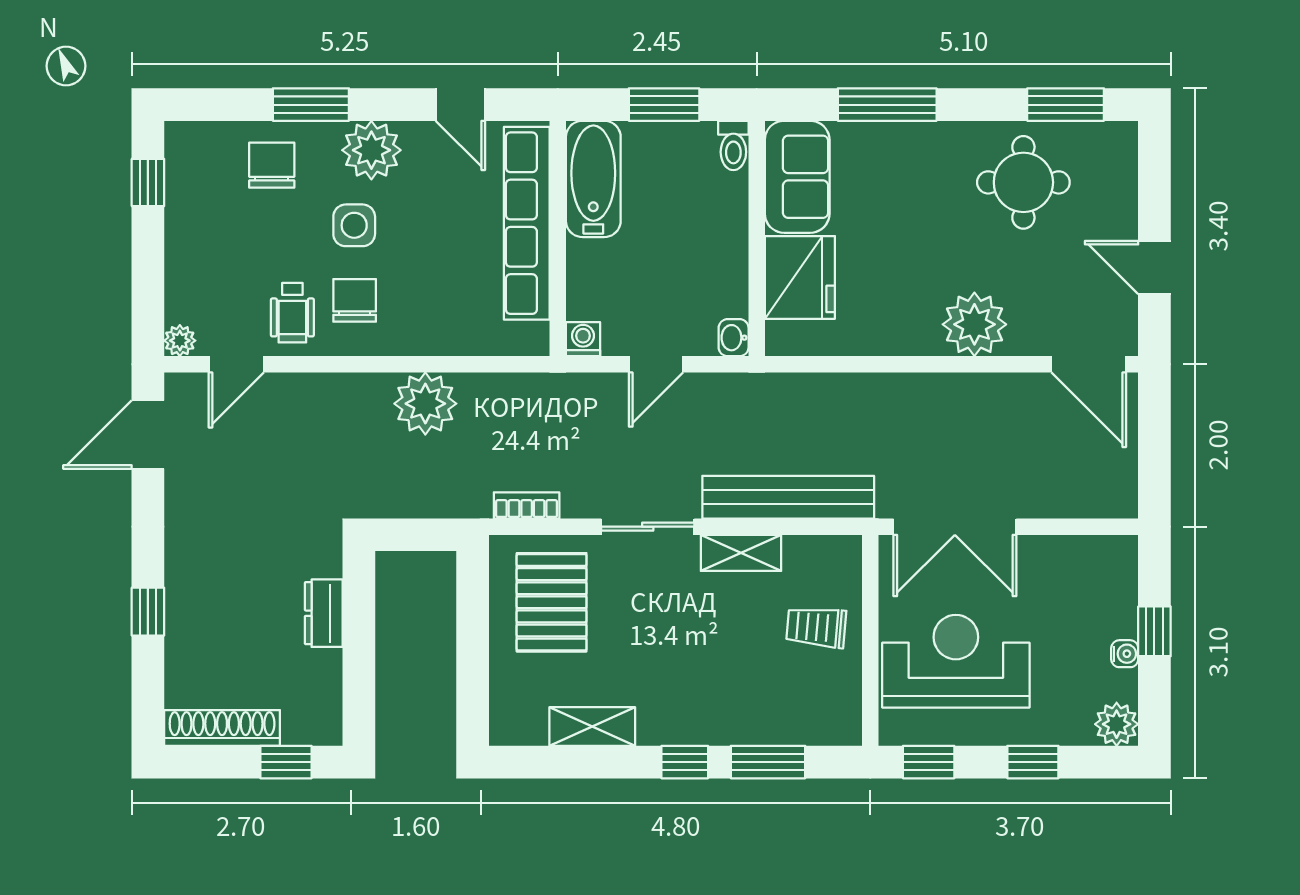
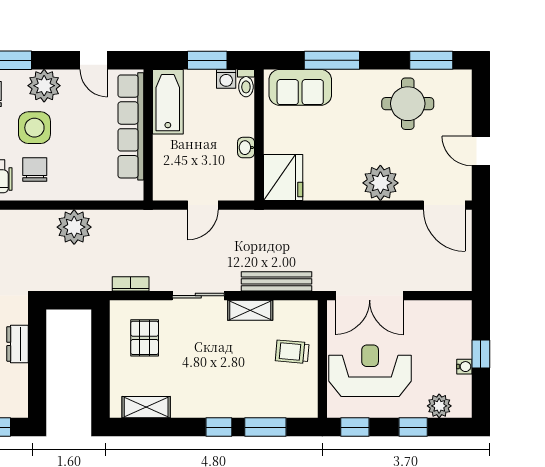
sofa: (797, 177) -> (300, 87), moved, turned 90
side table: (354, 225) -> (34, 128), width x1.37, depth x1.37
fridge: (800, 277) -> (283, 178), moved
washbasin: (734, 338) -> (246, 148), moved
washing machine: (583, 339) -> (226, 79), moved, turned 180
bench: (788, 497) -> (277, 281), width x0.73, depth x0.82
pallet: (552, 602) -> (145, 338), width x0.67, depth x0.71
plant: (1117, 724) -> (439, 406), moved
shelving: (592, 726) -> (146, 407), moved

